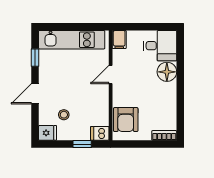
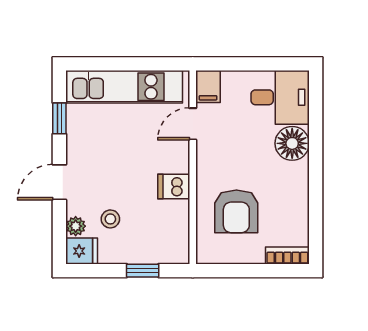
door: (111, 75) -> (193, 124), moved
plant: (44, 119) -> (76, 226), added
armchair: (126, 120) -> (236, 211), moved
dishwasher: (100, 133) -> (174, 187), moved

